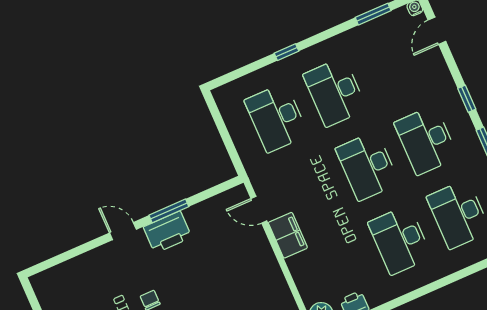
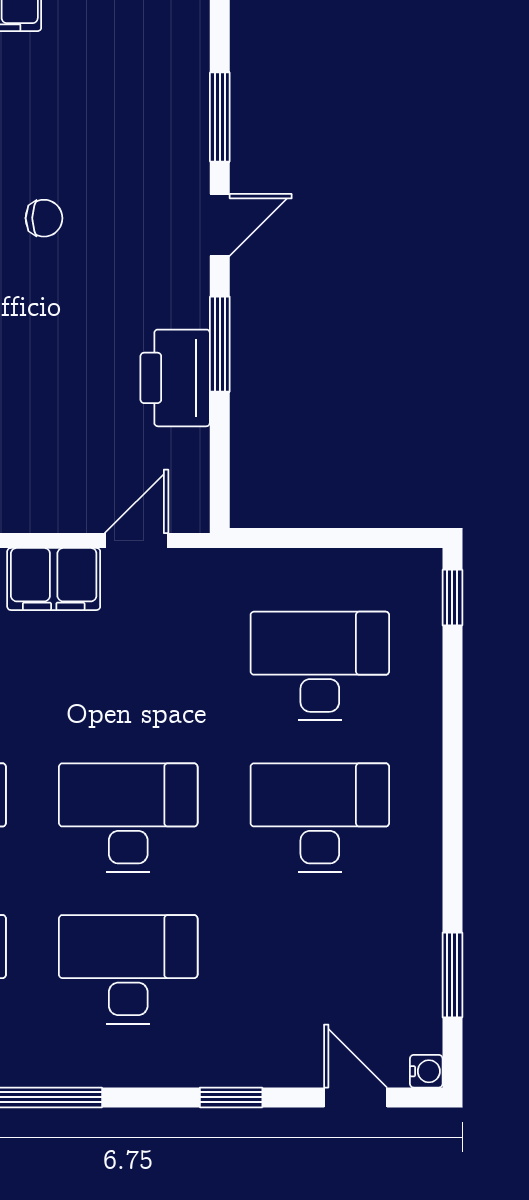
window: (286, 52) -> (452, 598), moved
window: (467, 99) -> (231, 1097), moved
printer: (167, 232) -> (175, 378), moved
window: (81, 249) -> (220, 117), added

